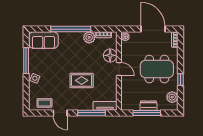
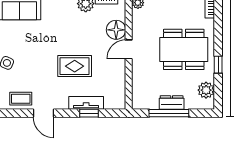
door: (119, 69) -> (129, 49), swing flipped
tv unit: (105, 106) -> (86, 103), moved
window: (92, 113) -> (89, 113), width x0.46

